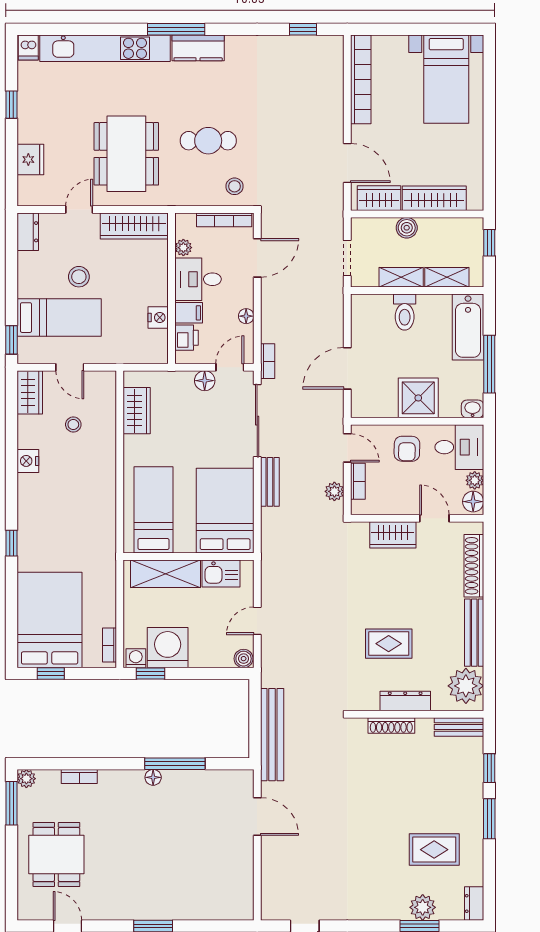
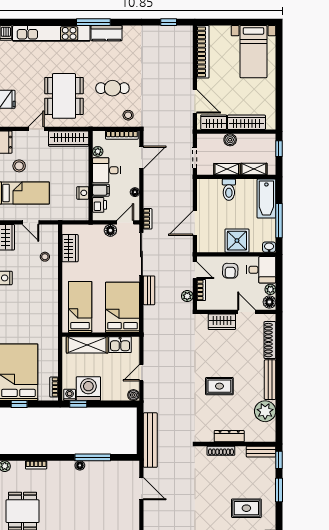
stool: (79, 277) -> (19, 166), moved
stool: (73, 425) -> (45, 257), moved
dresser: (405, 701) -> (229, 436), moved
wall: (417, 714) -> (236, 444), moved
shoe rack: (391, 725) -> (221, 451), moved
bench: (459, 727) -> (261, 452), moved

